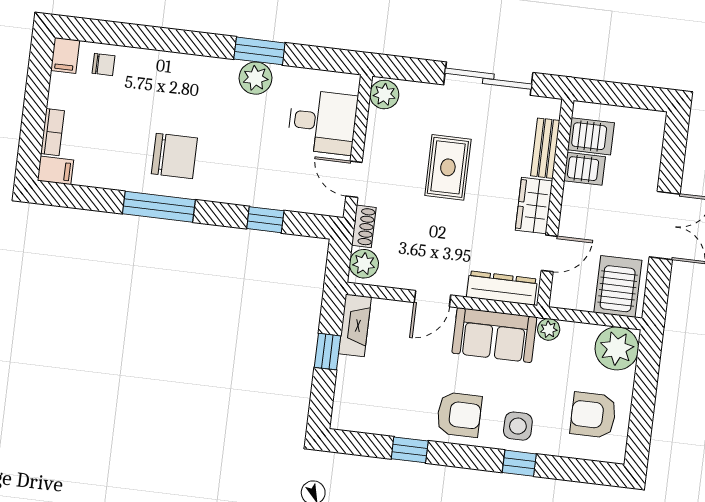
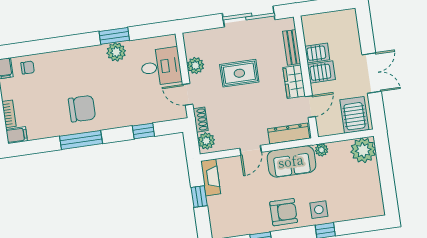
plant: (384, 94) -> (195, 65), moved
server rack: (591, 136) -> (321, 72), moved
rug: (448, 167) -> (239, 73), turned 90
armchair: (593, 415) -> (360, 192), removed

